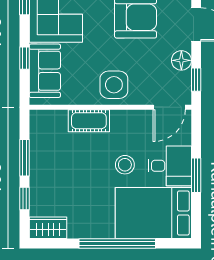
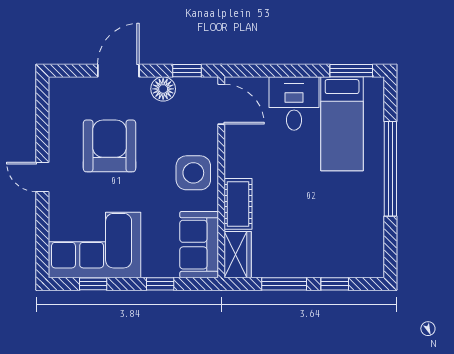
sofa: (45, 71) -> (199, 245), moved, turned -90
stool: (125, 165) -> (293, 159), removed
window: (196, 175) -> (351, 71), moved
bed: (153, 213) -> (342, 124), width x0.67
wardrobe: (48, 228) -> (238, 255), moved, turned 180

